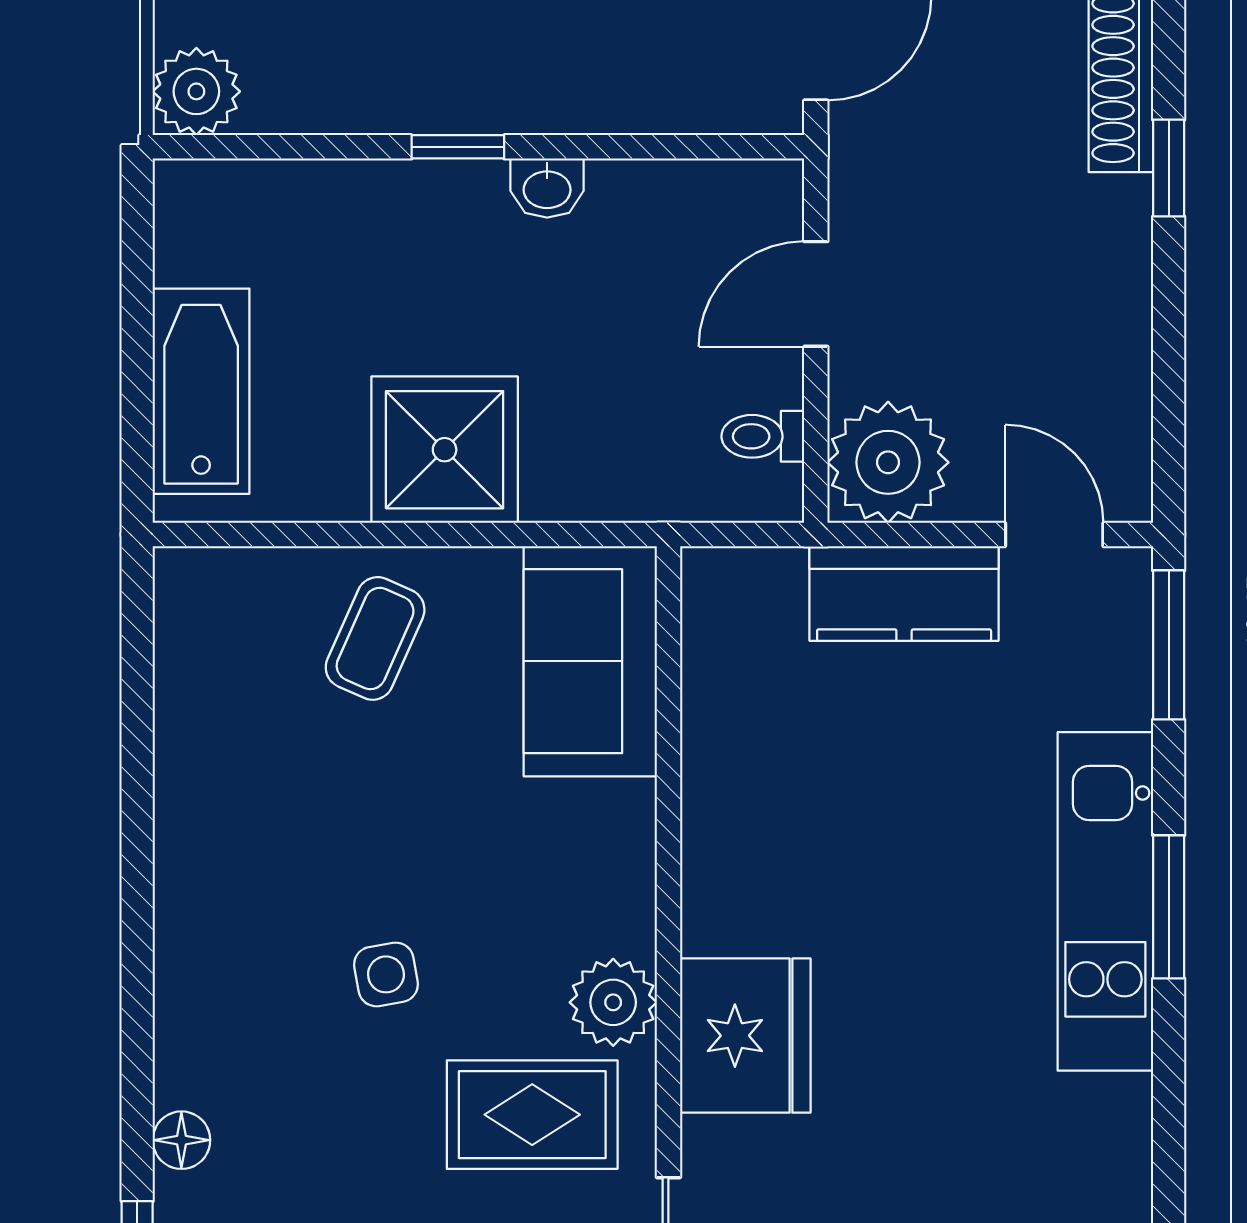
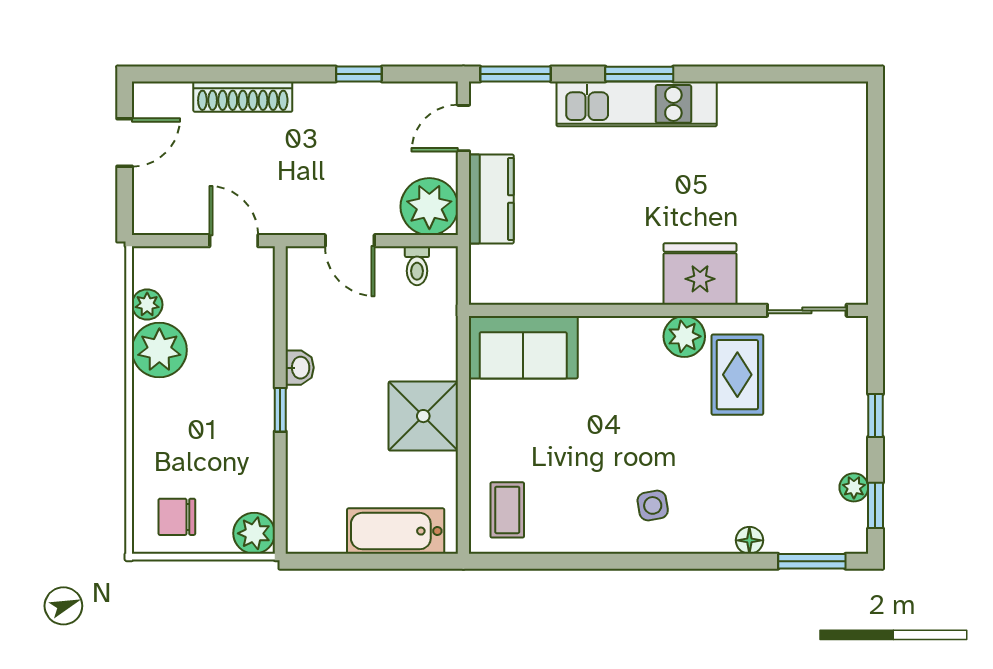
window: (1169, 168) -> (359, 74), moved
coffee table: (375, 638) -> (507, 510), moved, turned 66
side table: (386, 974) -> (653, 505), moved

